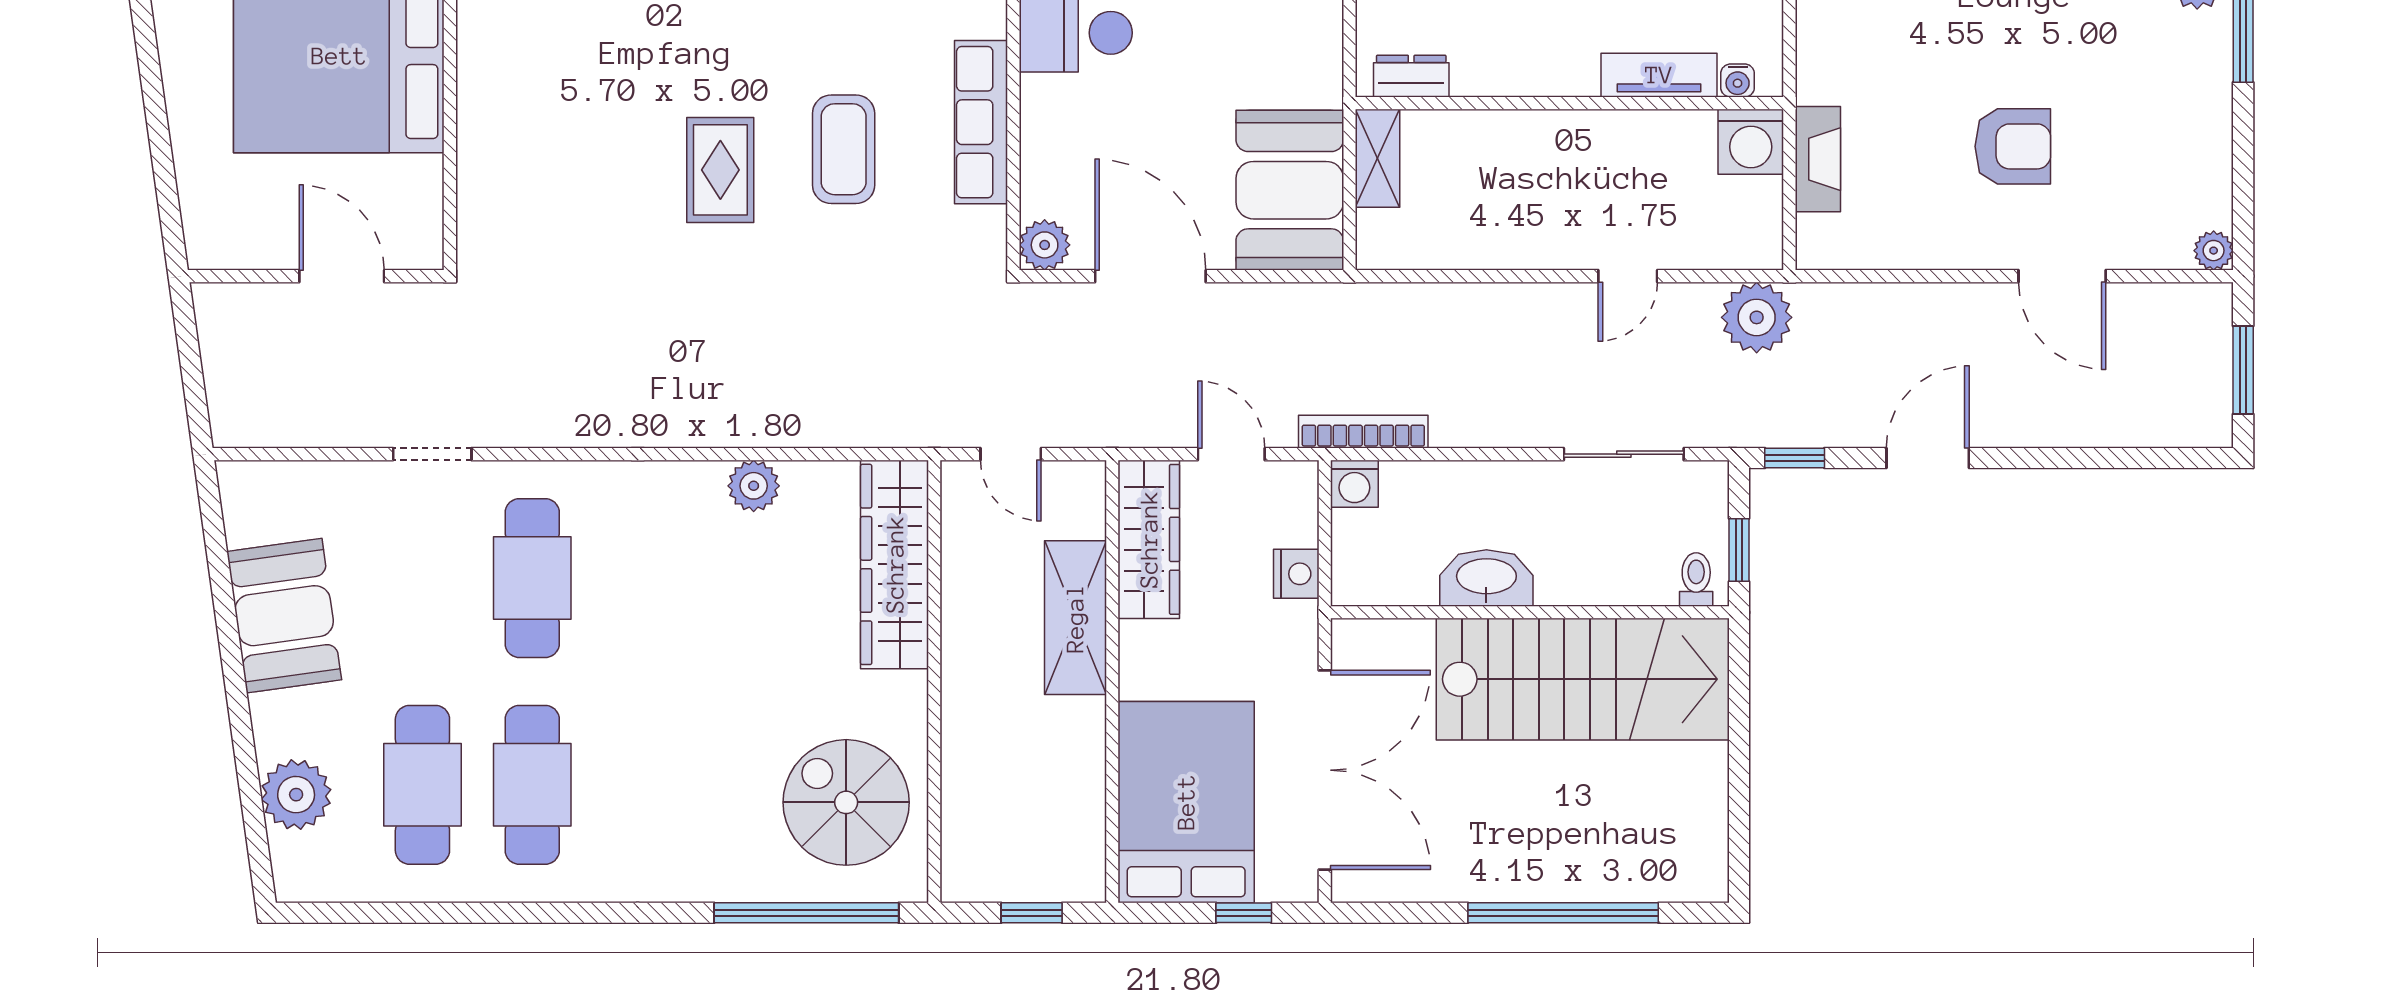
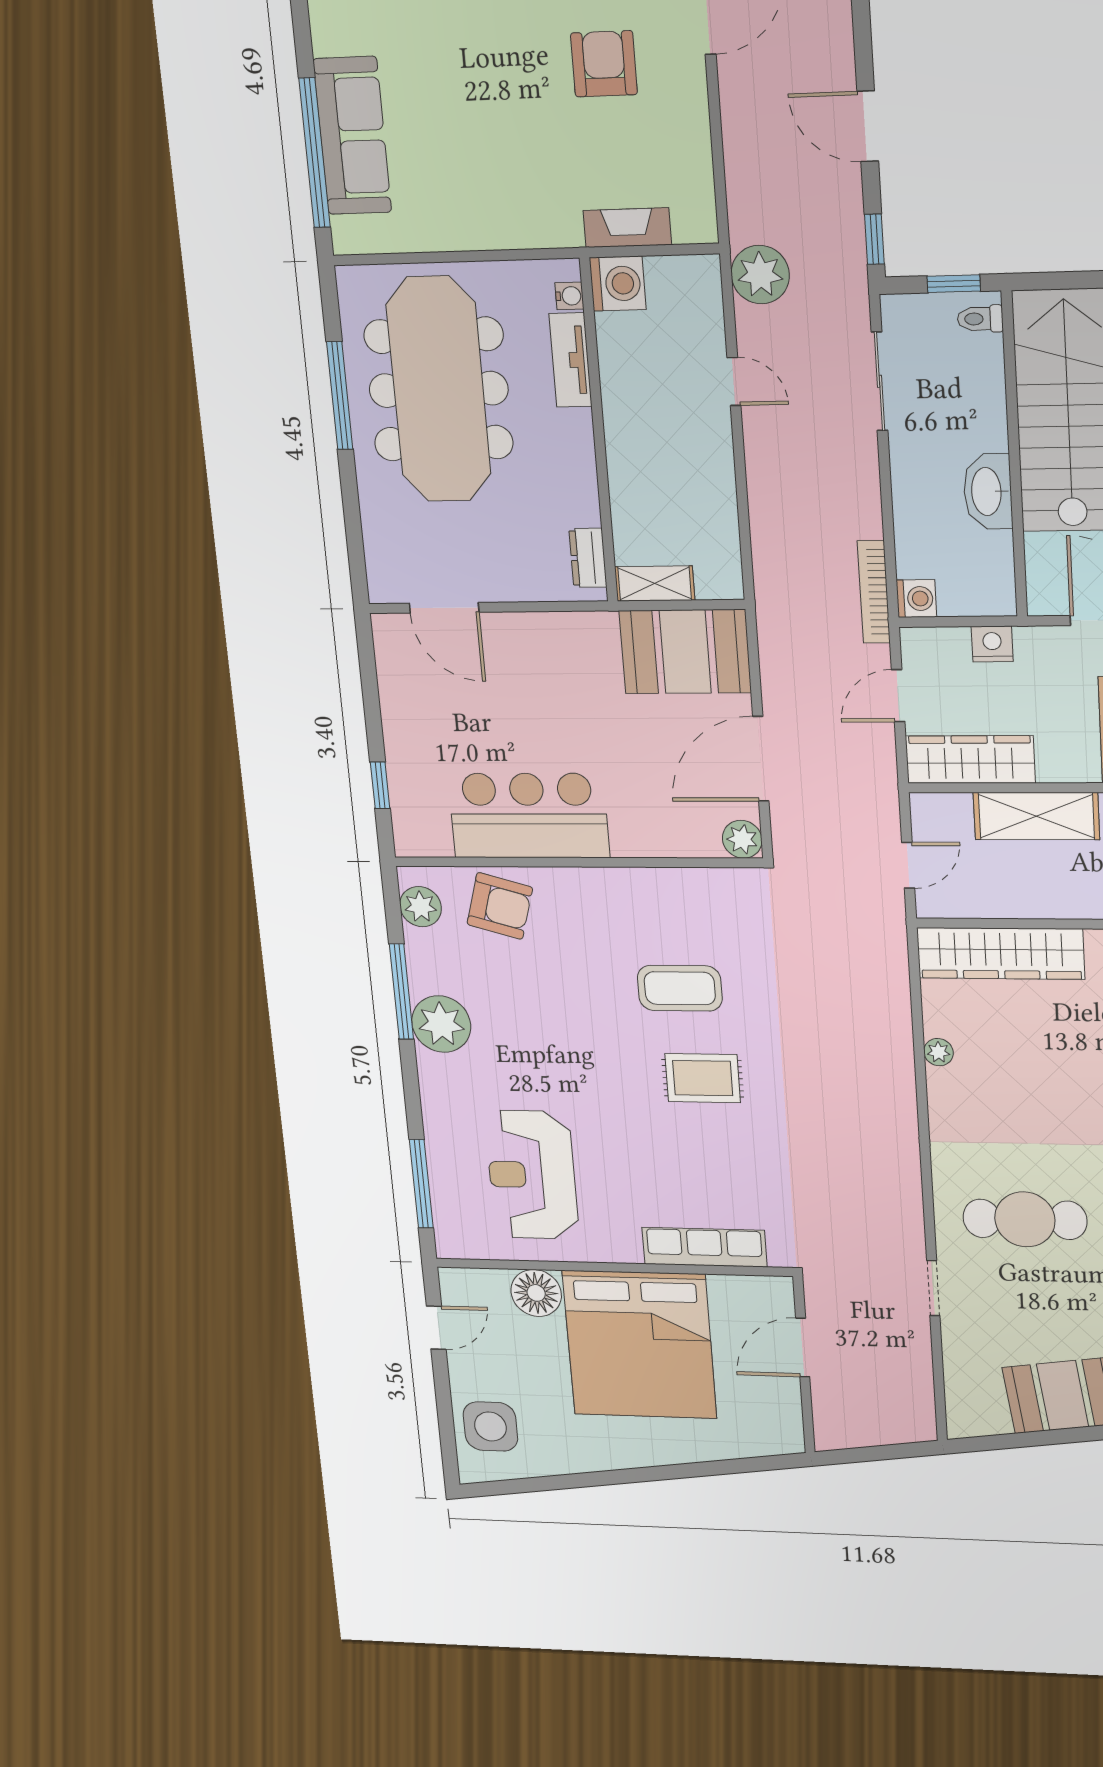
row of seats: (981, 122) -> (704, 1247), moved, turned 180
plant: (754, 486) -> (938, 1052), width x0.73, depth x0.73

